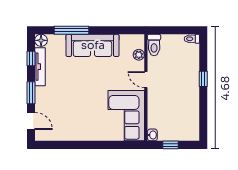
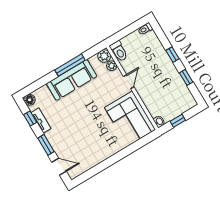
window: (71, 30) -> (70, 65), moved
plant: (137, 41) -> (104, 56), added
tv unit: (40, 67) -> (41, 121), width x0.71
door: (146, 80) -> (129, 82), swing flipped
window: (203, 108) -> (186, 77), added

